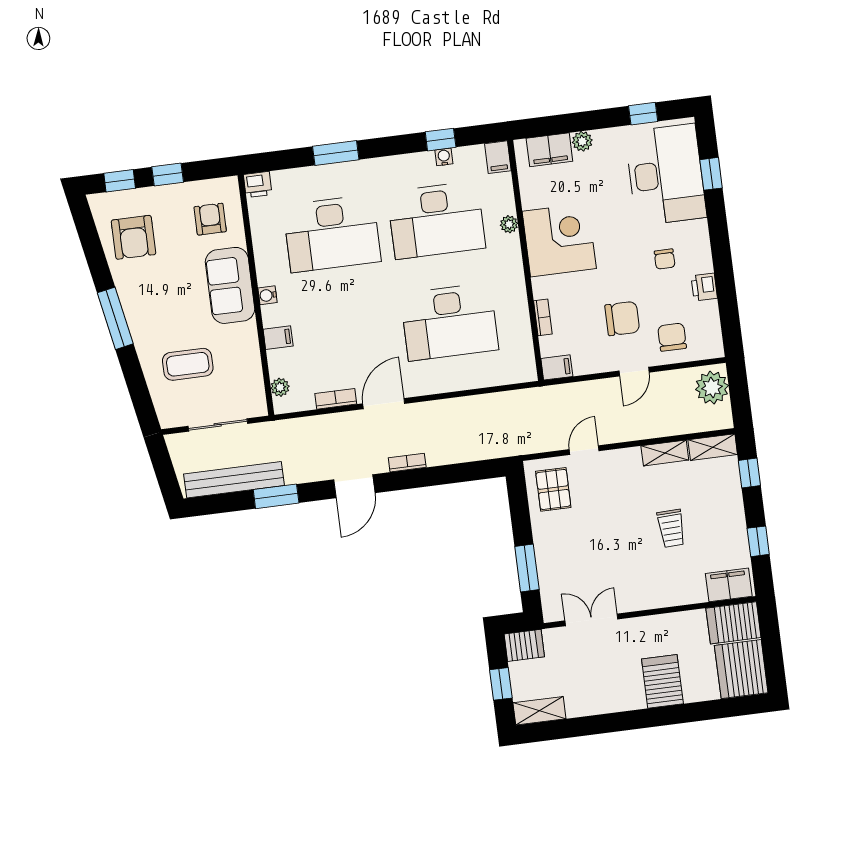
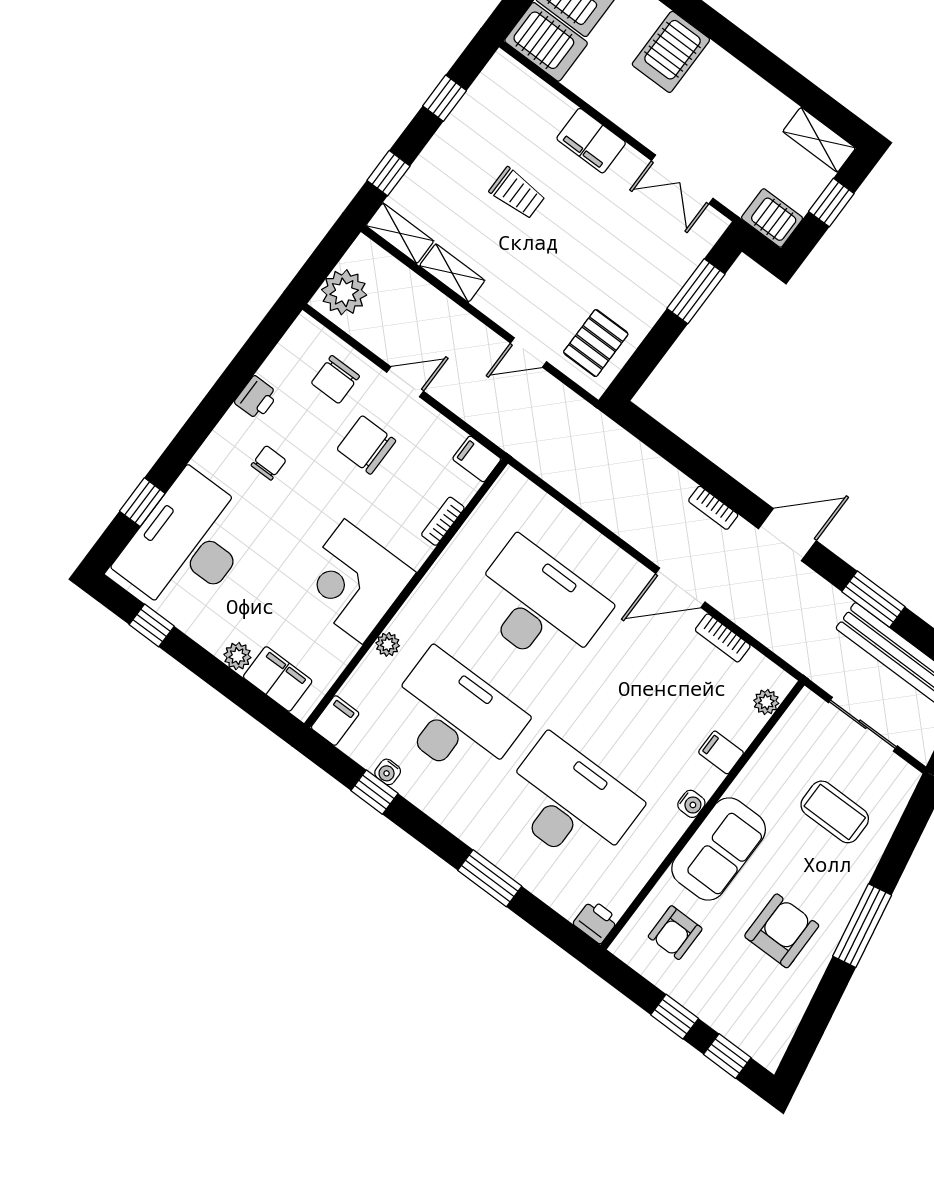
armchair: (134, 237) -> (782, 931), moved
trolley: (671, 528) -> (517, 193), turned 92
filing cabinet: (729, 585) -> (591, 141), moved

